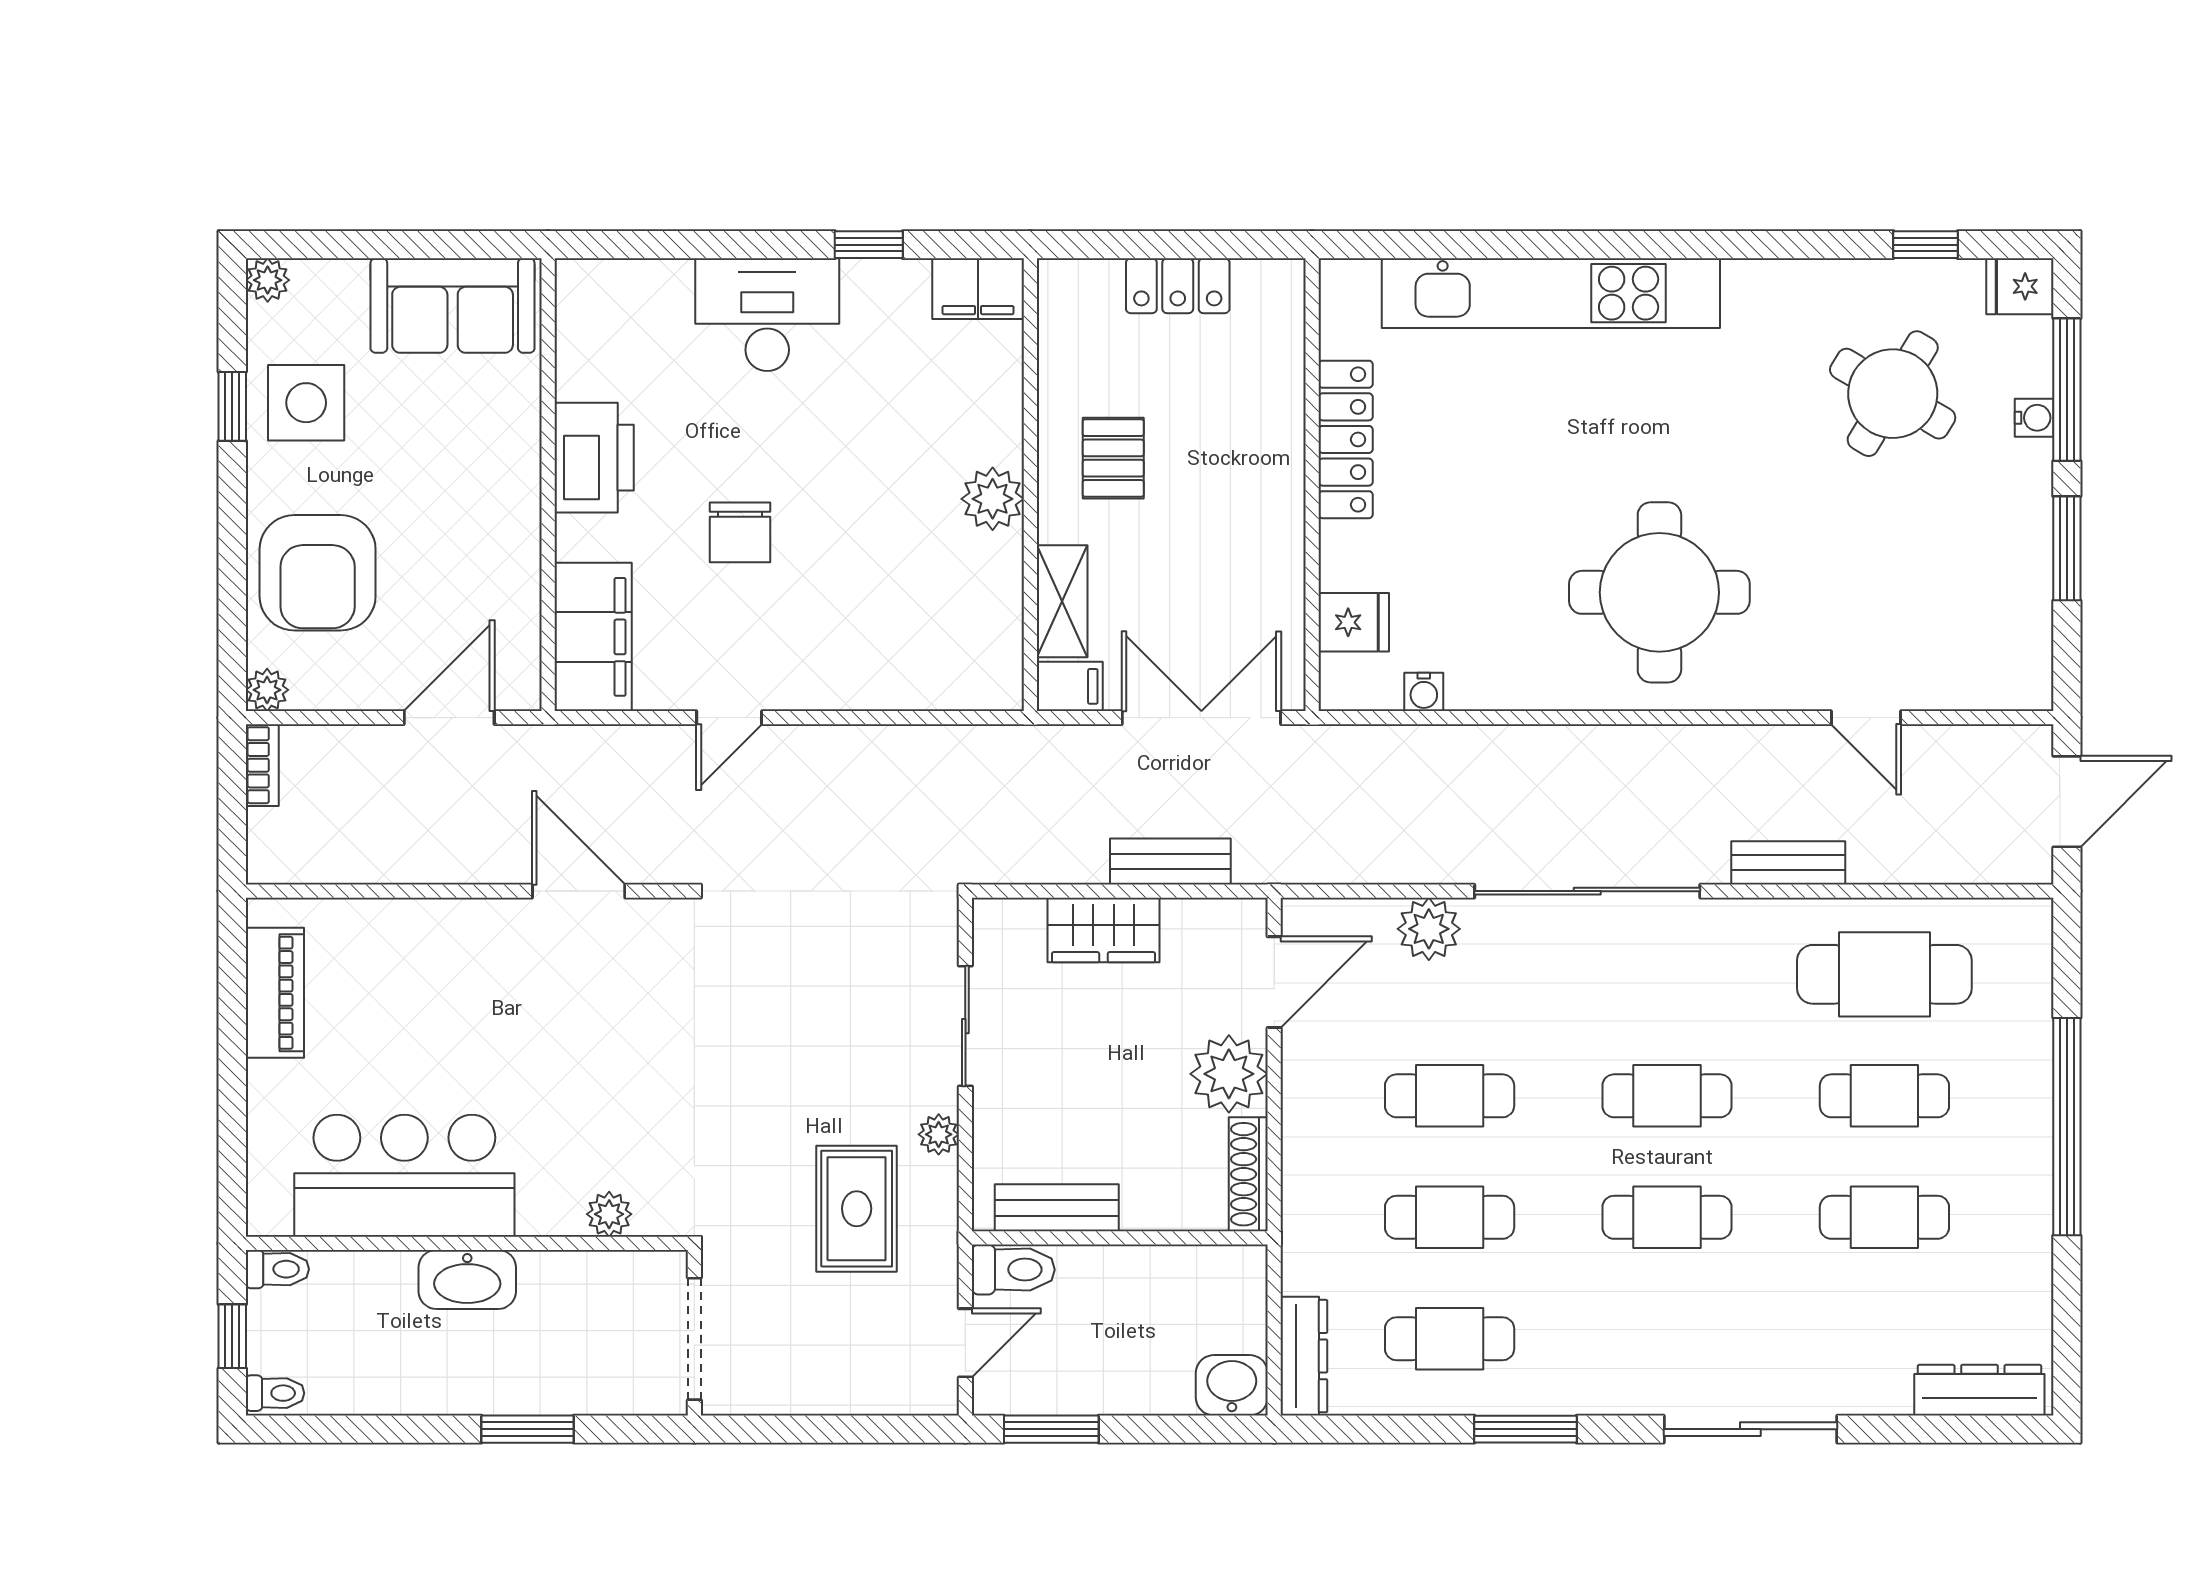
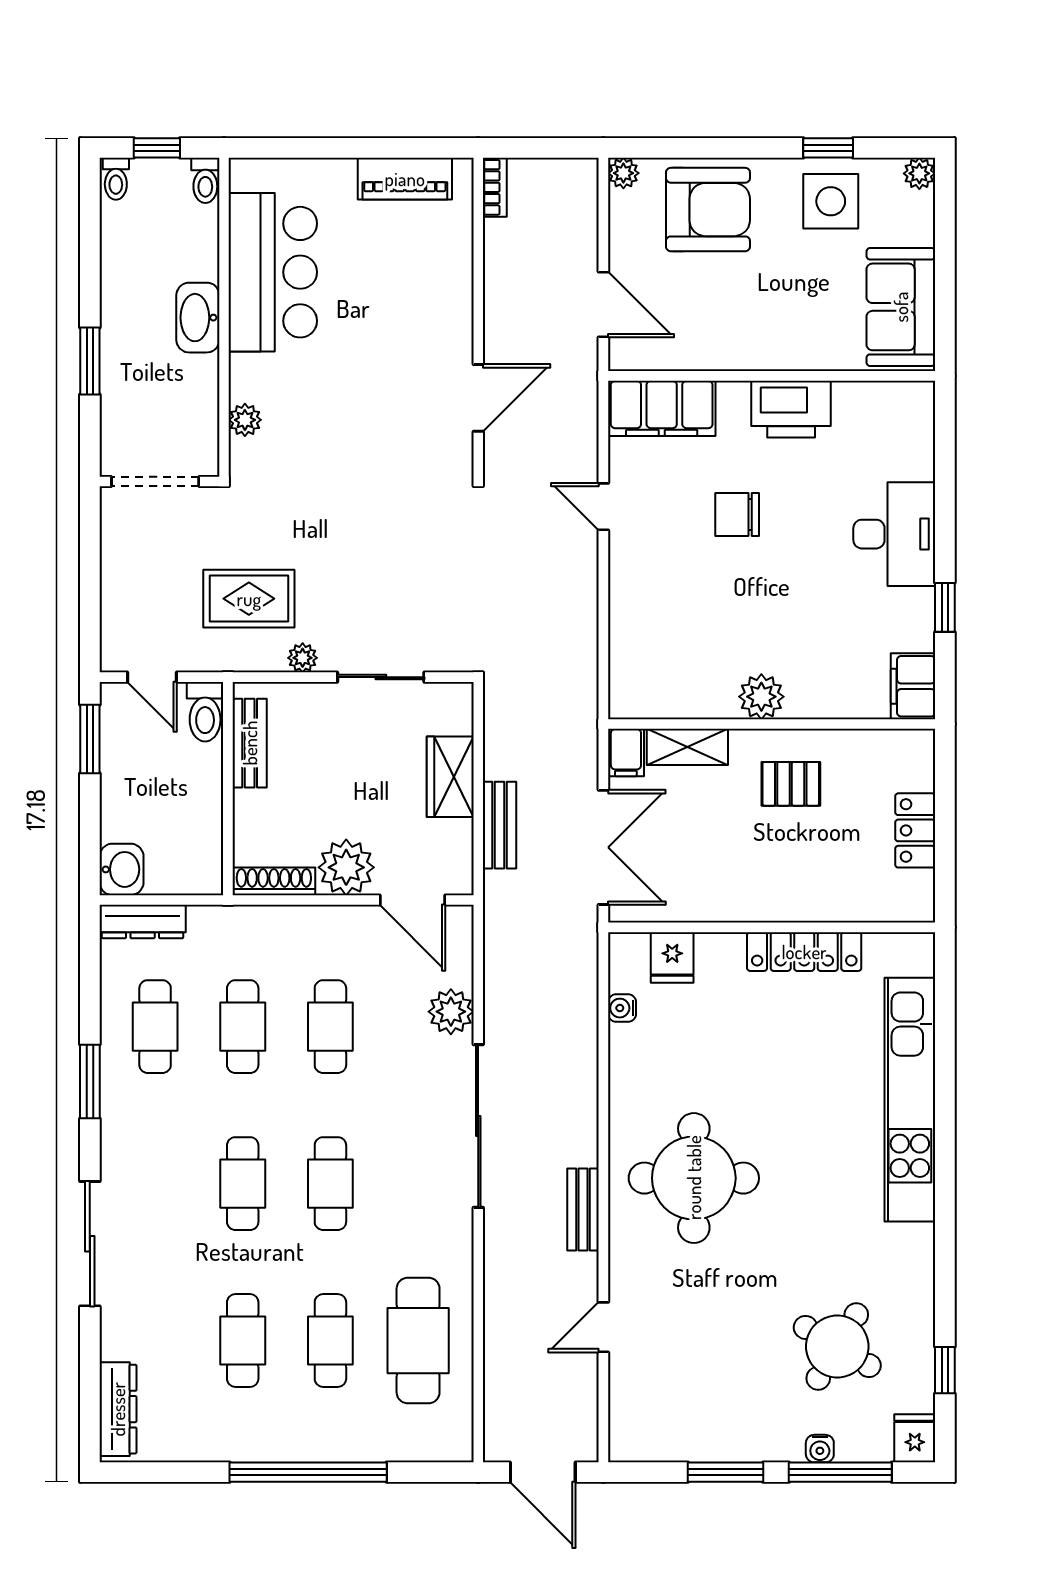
armchair: (318, 573) -> (708, 210), turned 180
bookcase: (262, 765) -> (495, 187), moved, turned -90
bench: (1788, 863) -> (583, 1209), moved

